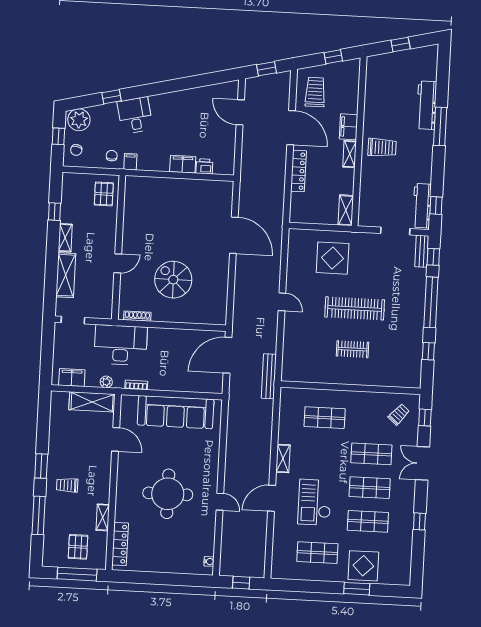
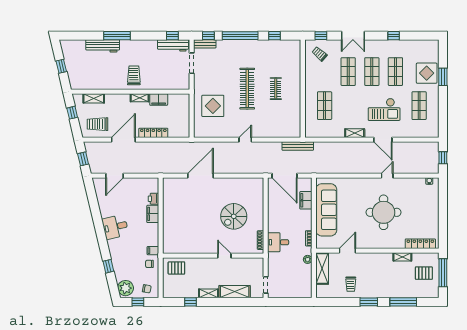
desk: (135, 115) -> (115, 227), moved
filing cabinet: (349, 127) -> (159, 100), moved
shelving: (346, 210) -> (94, 98), moved
desk: (121, 345) -> (278, 242), width x0.53, depth x0.77
filing cabinet: (72, 378) -> (306, 200), moved
trolley: (67, 485) -> (351, 284), moved

